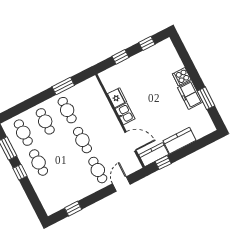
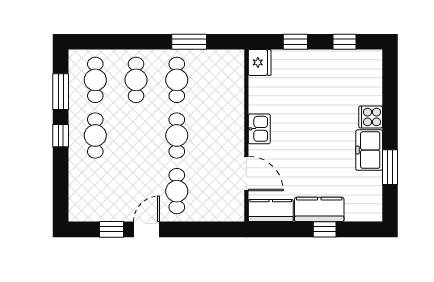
fridge: (117, 98) -> (260, 62), moved
window: (163, 162) -> (325, 229), moved
door: (121, 184) -> (146, 229), moved

